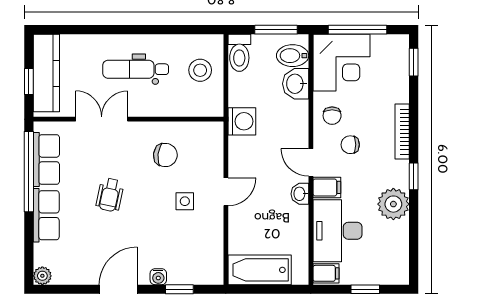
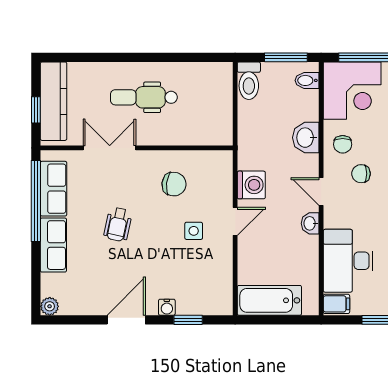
bidet: (293, 56) -> (307, 80), width x0.72, depth x0.74
stool: (200, 70) -> (209, 98), removed
washbasin: (296, 84) -> (306, 138), moved
washing machine: (242, 121) -> (251, 185), moved
filing cabinet: (327, 187) -> (337, 217), removed

